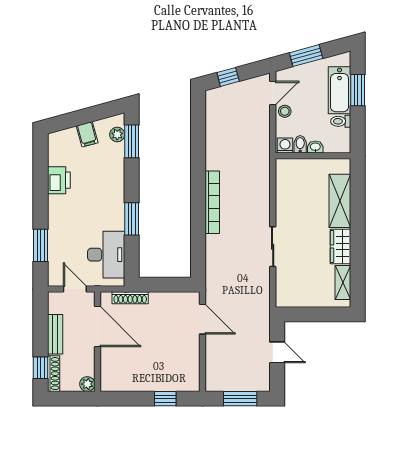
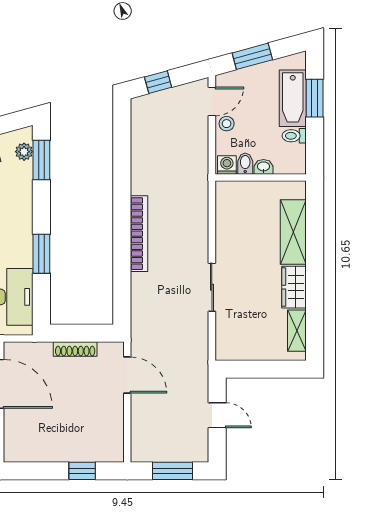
shoe rack: (130, 298) -> (75, 349), moved

